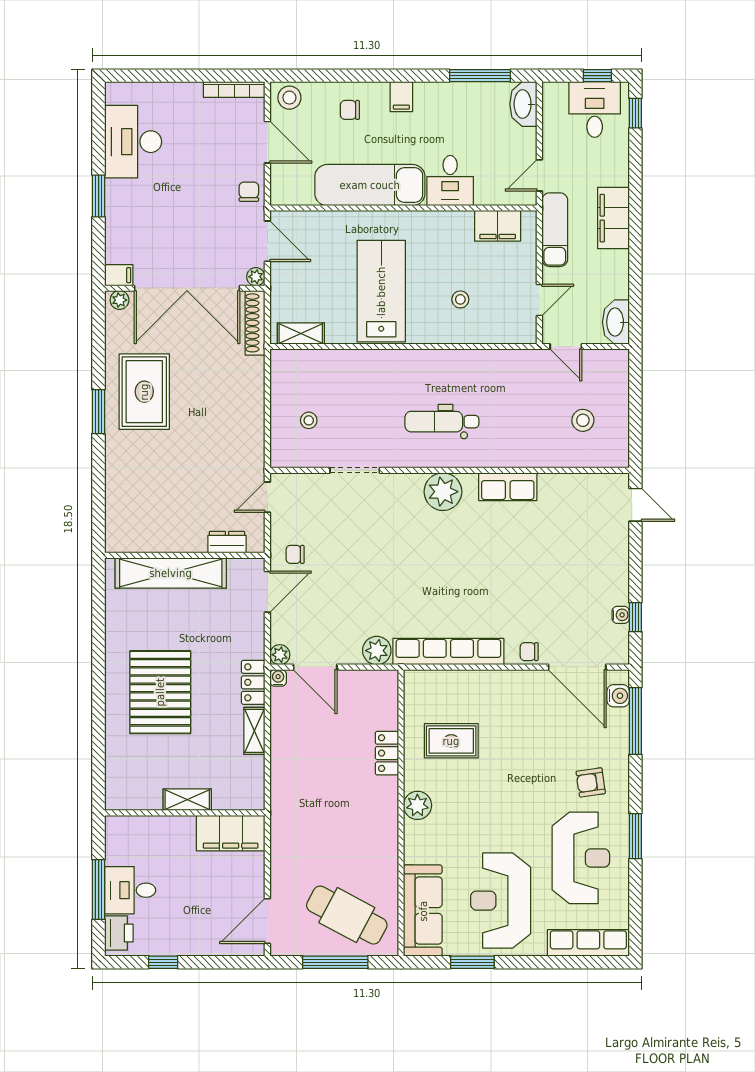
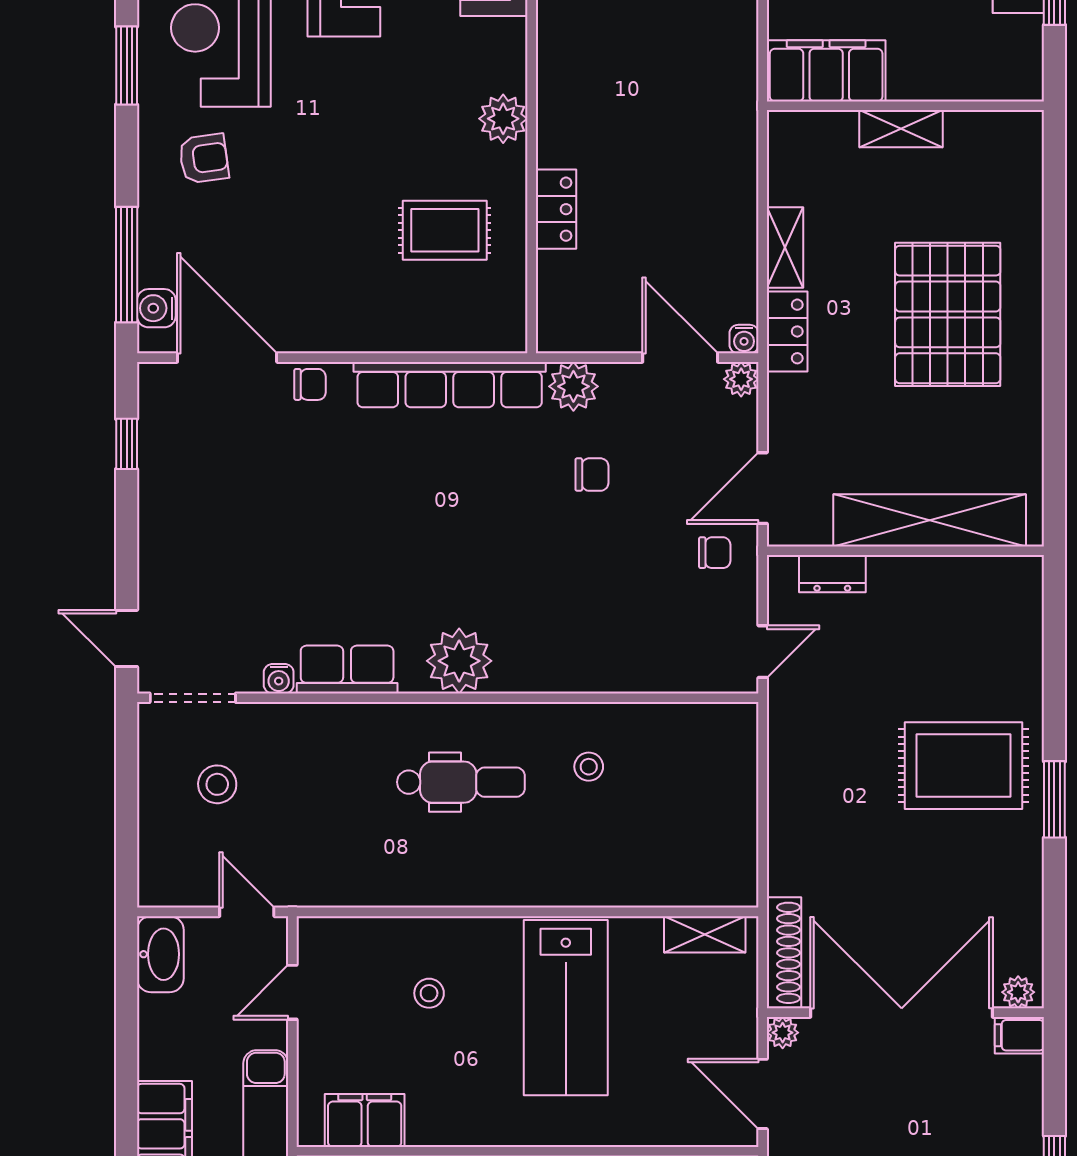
rug: (144, 392) -> (964, 766), moved, turned 90
stool: (309, 420) -> (589, 767), moved
doorway: (355, 470) -> (193, 698), moved
chair: (366, 600) -> (592, 475), added
water cooler: (621, 615) -> (279, 679), moved, turned -90

